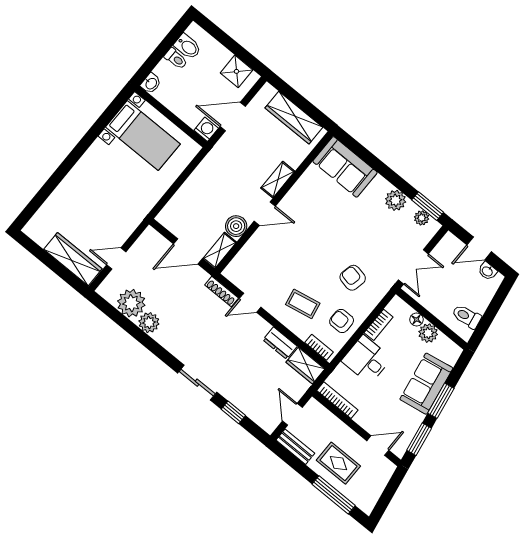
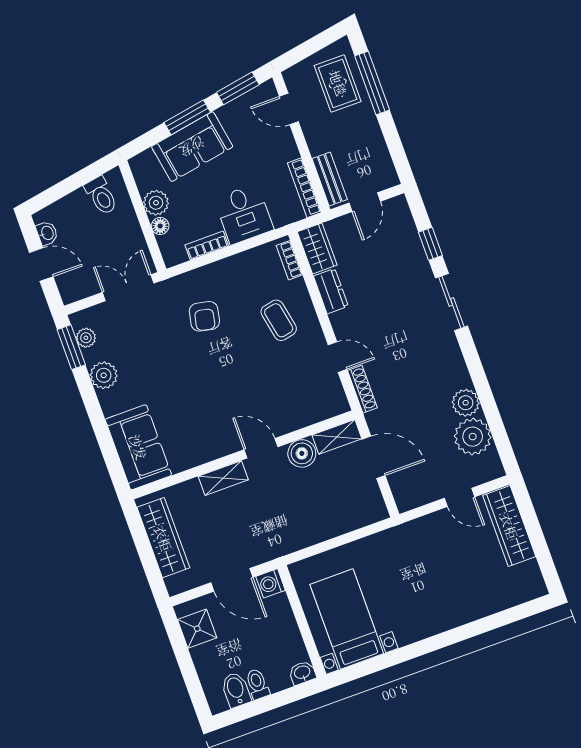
armchair: (342, 321) -> (246, 275), removed
bench: (295, 447) -> (330, 179), moved
rug: (338, 463) -> (338, 83), moved

